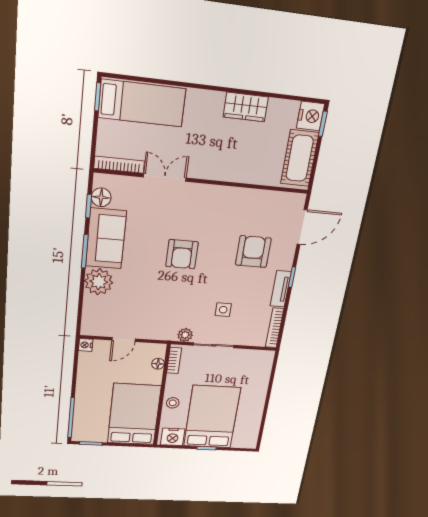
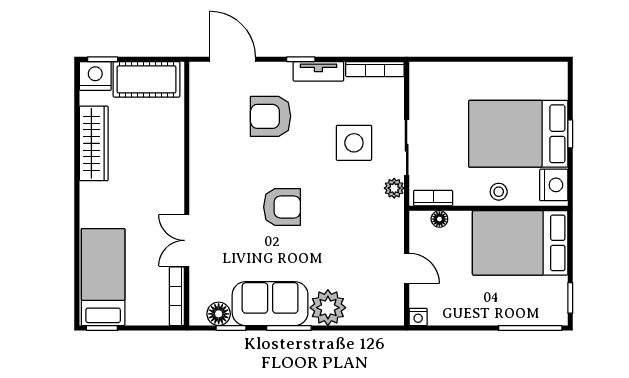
wardrobe: (246, 107) -> (94, 143), width x1.50
side table: (223, 310) -> (354, 143), width x1.87, depth x1.87

